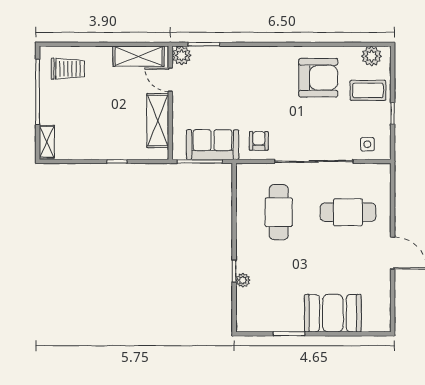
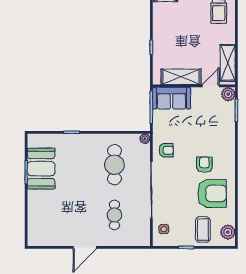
armchair: (318, 78) -> (212, 193), turned -90
armchair: (279, 88) -> (204, 165), added
sofa: (213, 145) -> (171, 98), moved, turned 90
cafe table: (279, 212) -> (114, 165), turned 90
cafe table: (348, 212) -> (114, 215), width x0.73, depth x0.74
plant: (243, 280) -> (145, 139), moved
booth: (333, 313) -> (41, 169), moved

